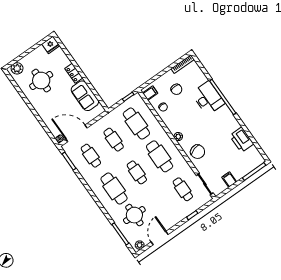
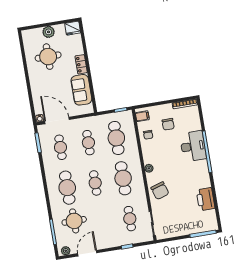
plant: (17, 68) -> (49, 32), moved
filing cabinet: (229, 180) -> (177, 230), removed

